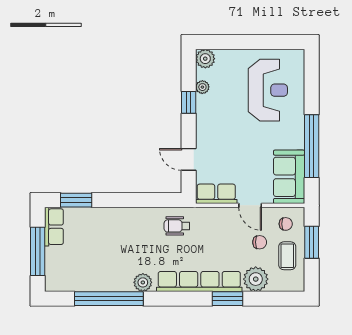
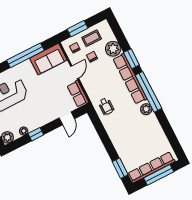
row of seats: (54, 227) -> (151, 167), width x2.02
window: (109, 299) -> (148, 92), moved

